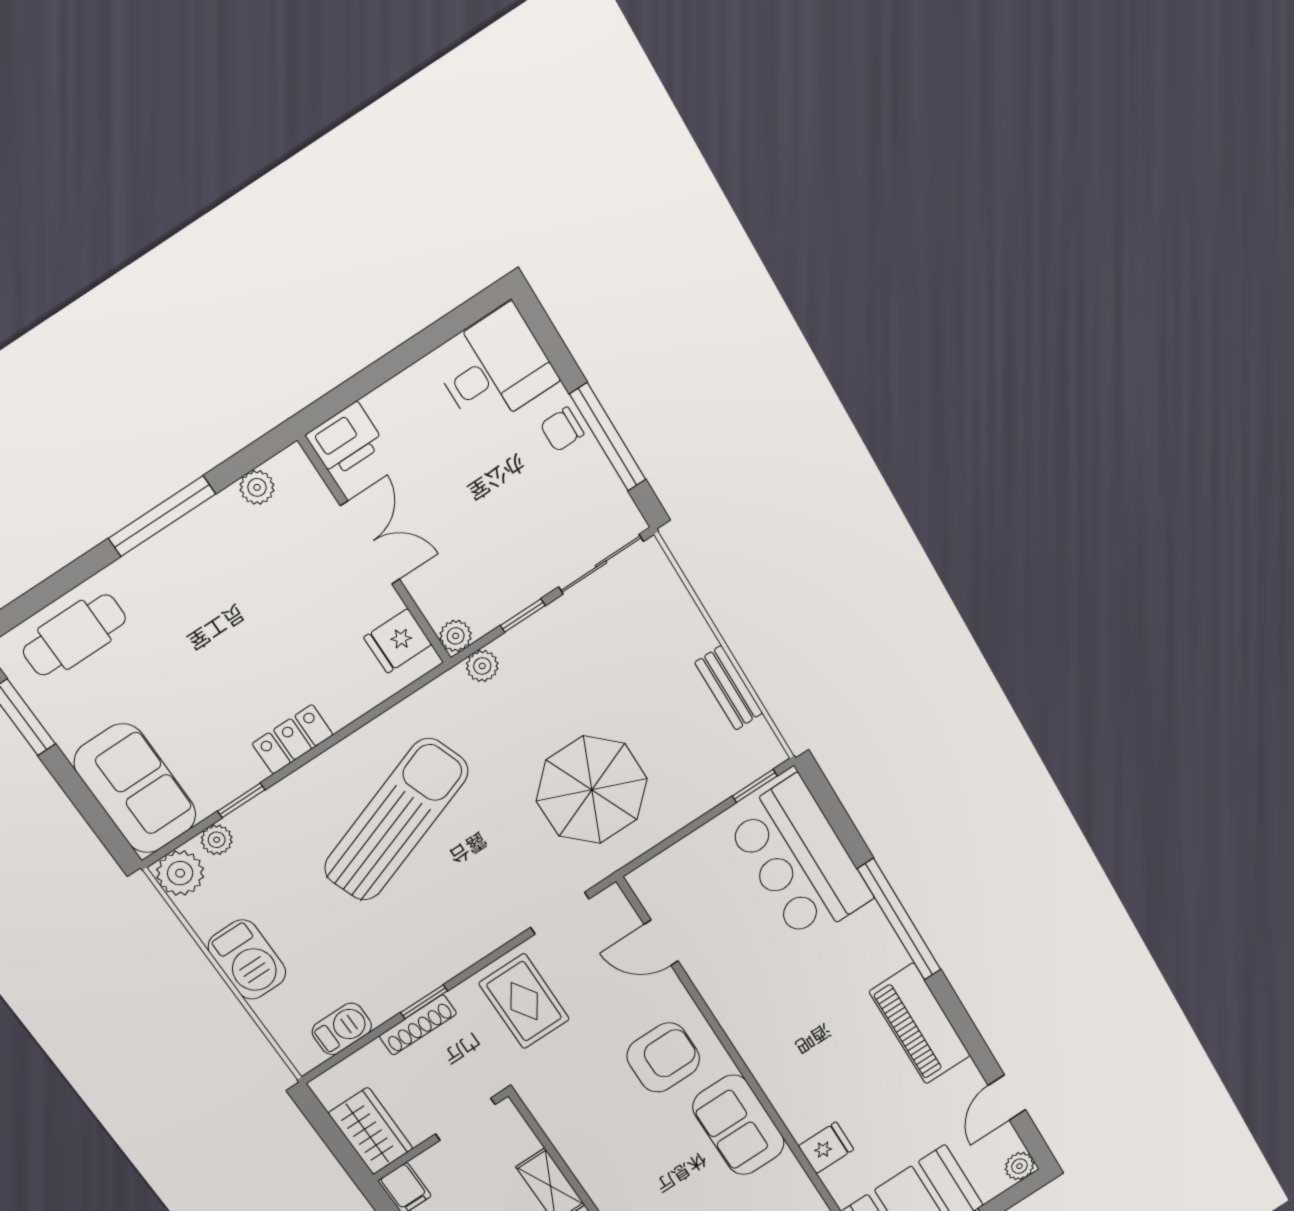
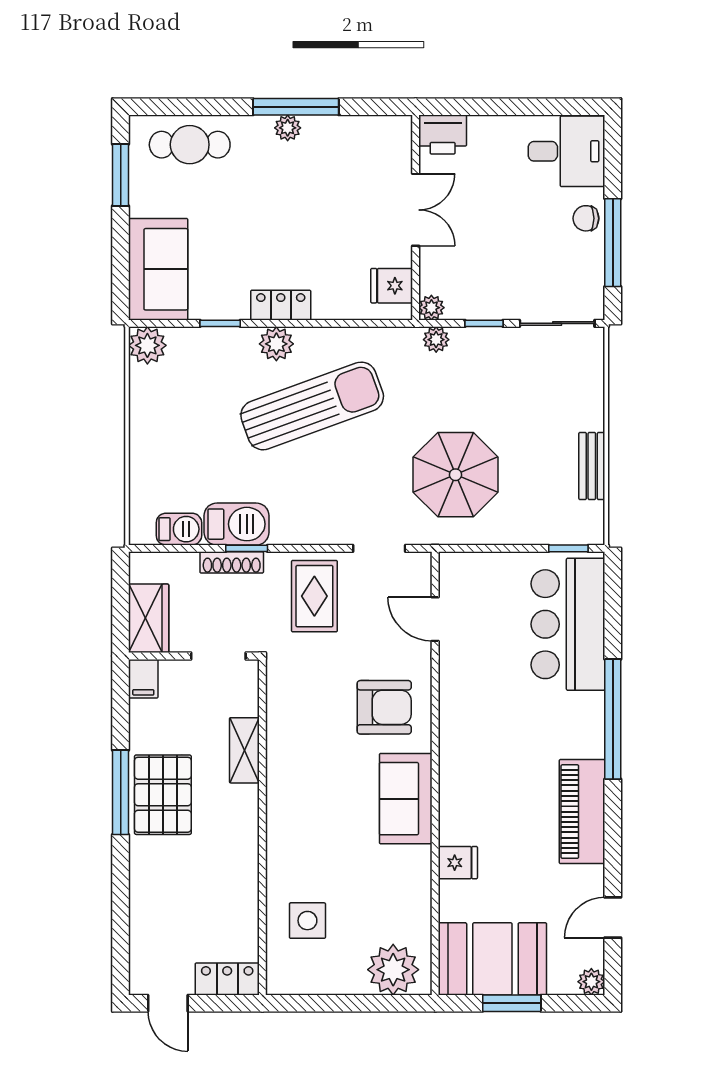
plant: (257, 487) -> (288, 128), moved
plant: (217, 840) -> (276, 344), moved, width x1.38, depth x1.38
barbecue: (247, 960) -> (236, 524), moved, turned -90

